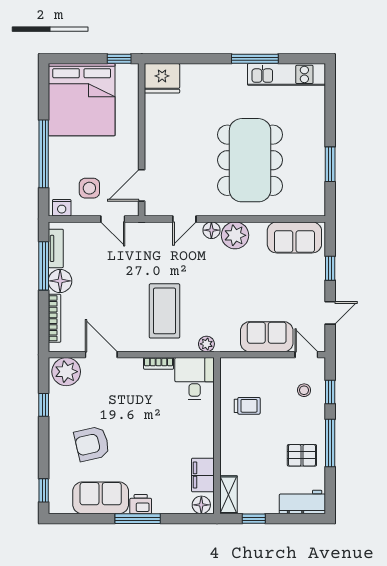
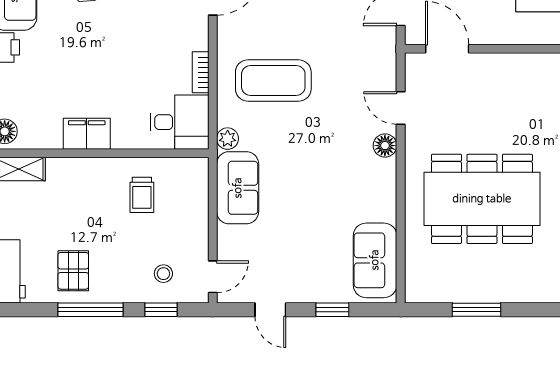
plant: (235, 235) -> (378, 178), removed
sofa: (267, 337) -> (238, 188), moved
filing cabinet: (203, 475) -> (87, 134), moved

